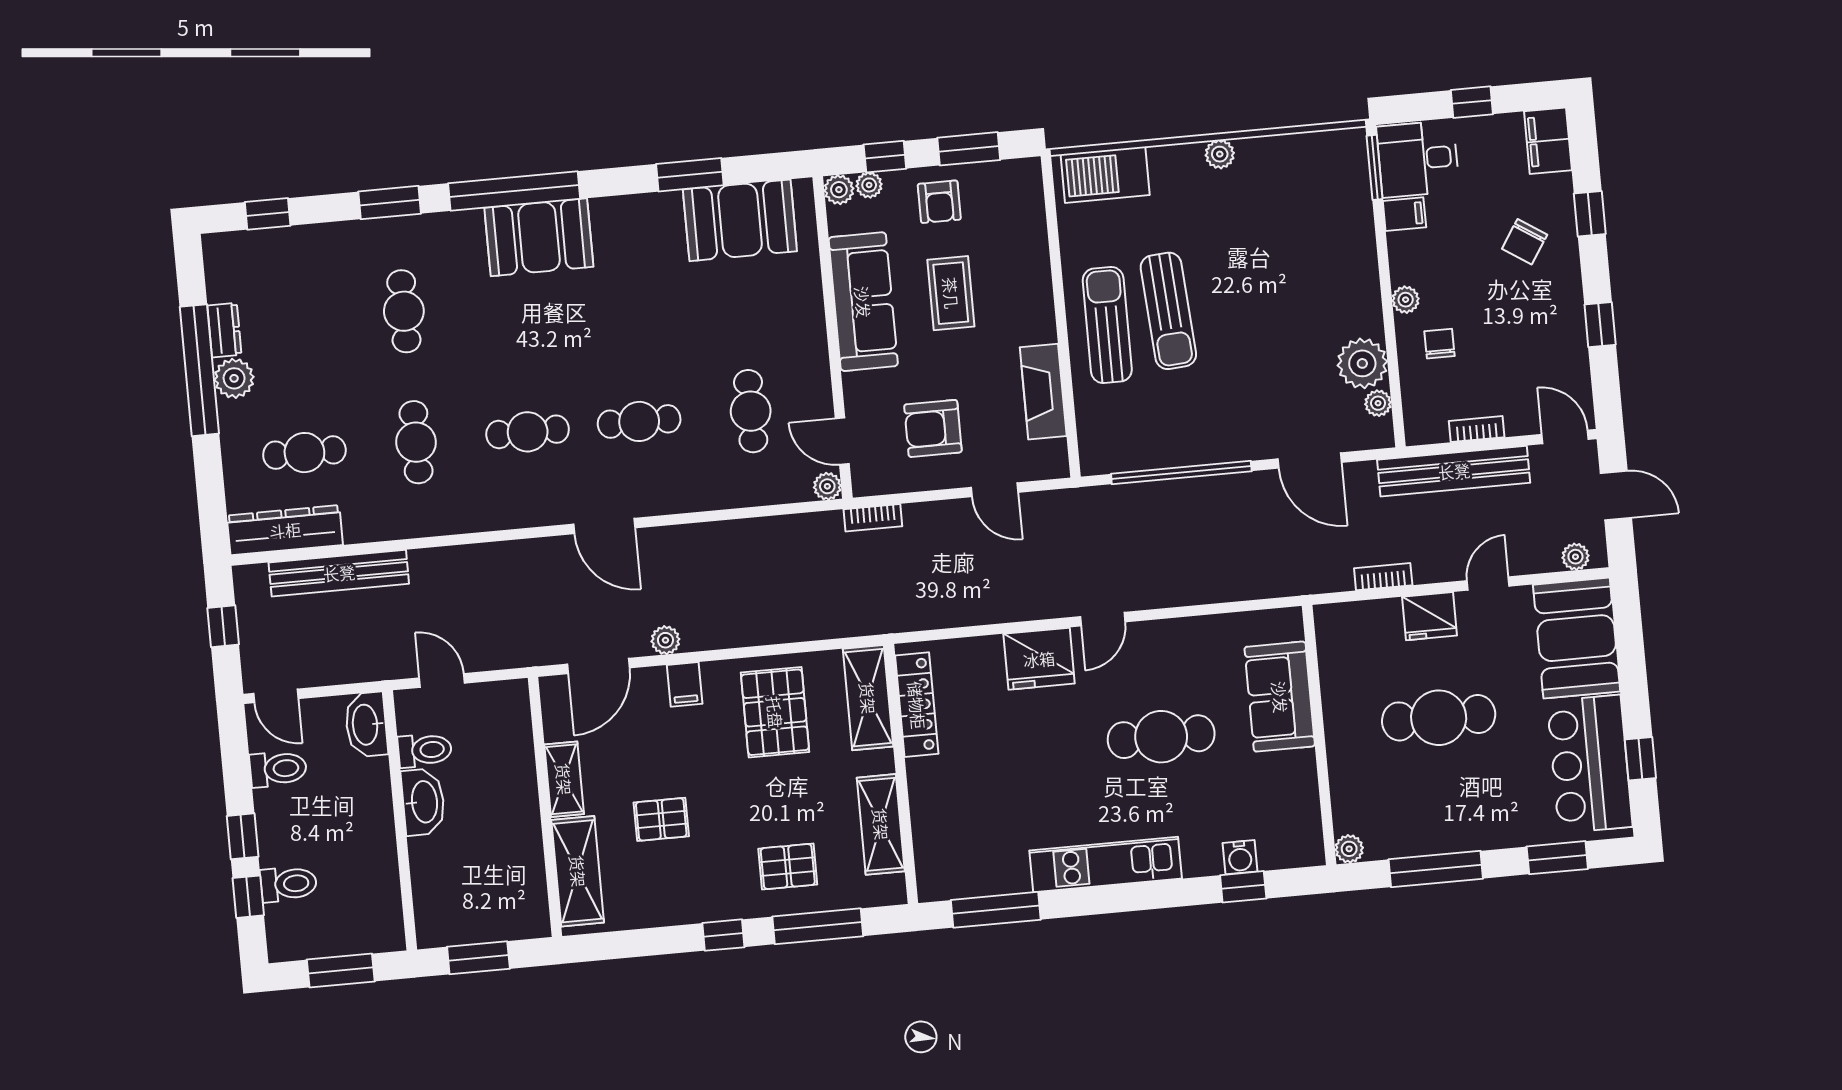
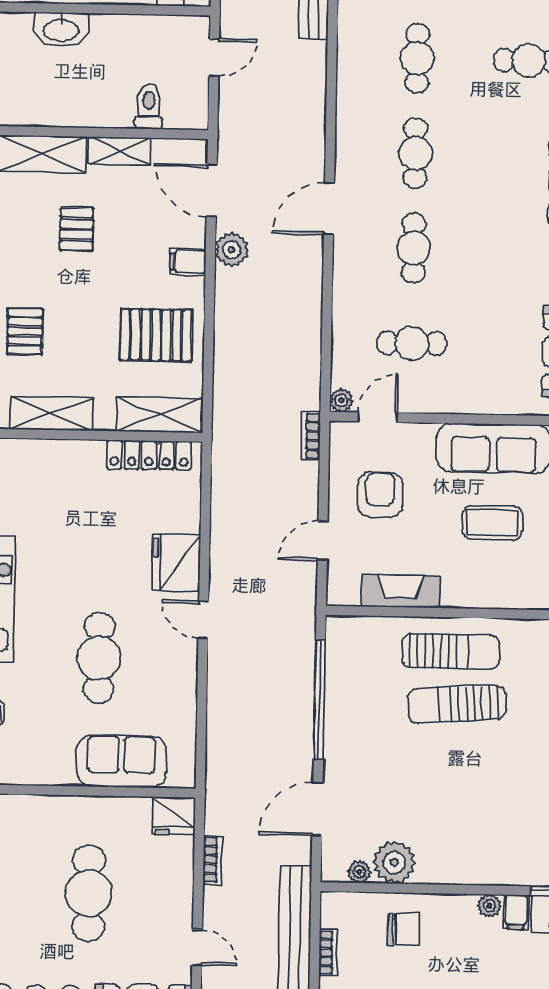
plant: (1406, 300) -> (489, 906), moved
chair: (1440, 344) -> (404, 929), width x1.37, depth x1.37
cafe table: (416, 442) -> (417, 58), turned 90
fridge: (1429, 616) -> (174, 816), moved, turned -90
plant: (665, 640) -> (232, 250), width x1.38, depth x1.38
toilet: (425, 750) -> (149, 107), moved, turned 180
washbasin: (423, 802) -> (61, 30), moved

